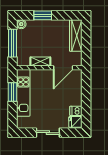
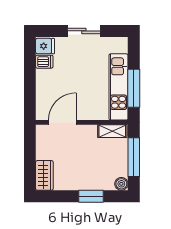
wardrobe: (76, 35) -> (44, 175), width x0.67
shelving: (40, 62) -> (112, 131), moved
window: (12, 92) -> (134, 88), width x1.44

